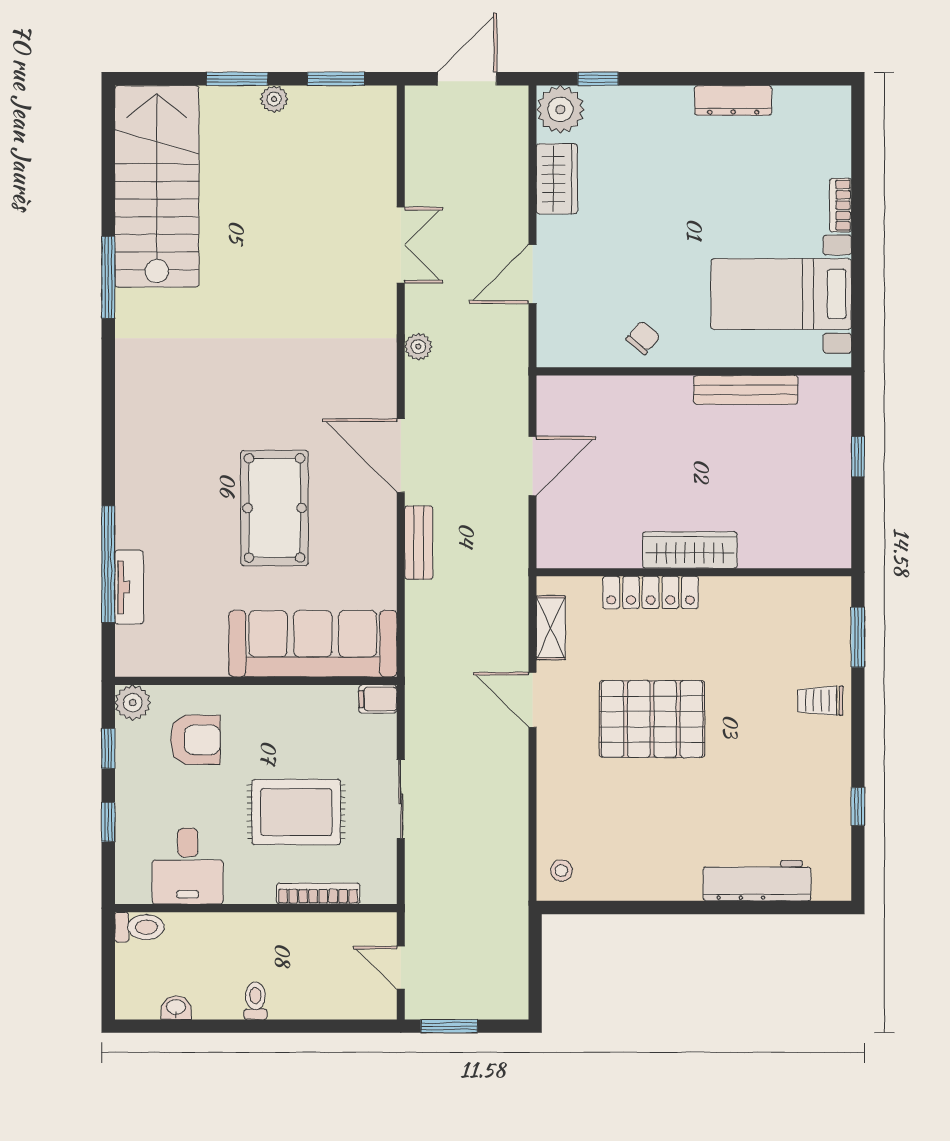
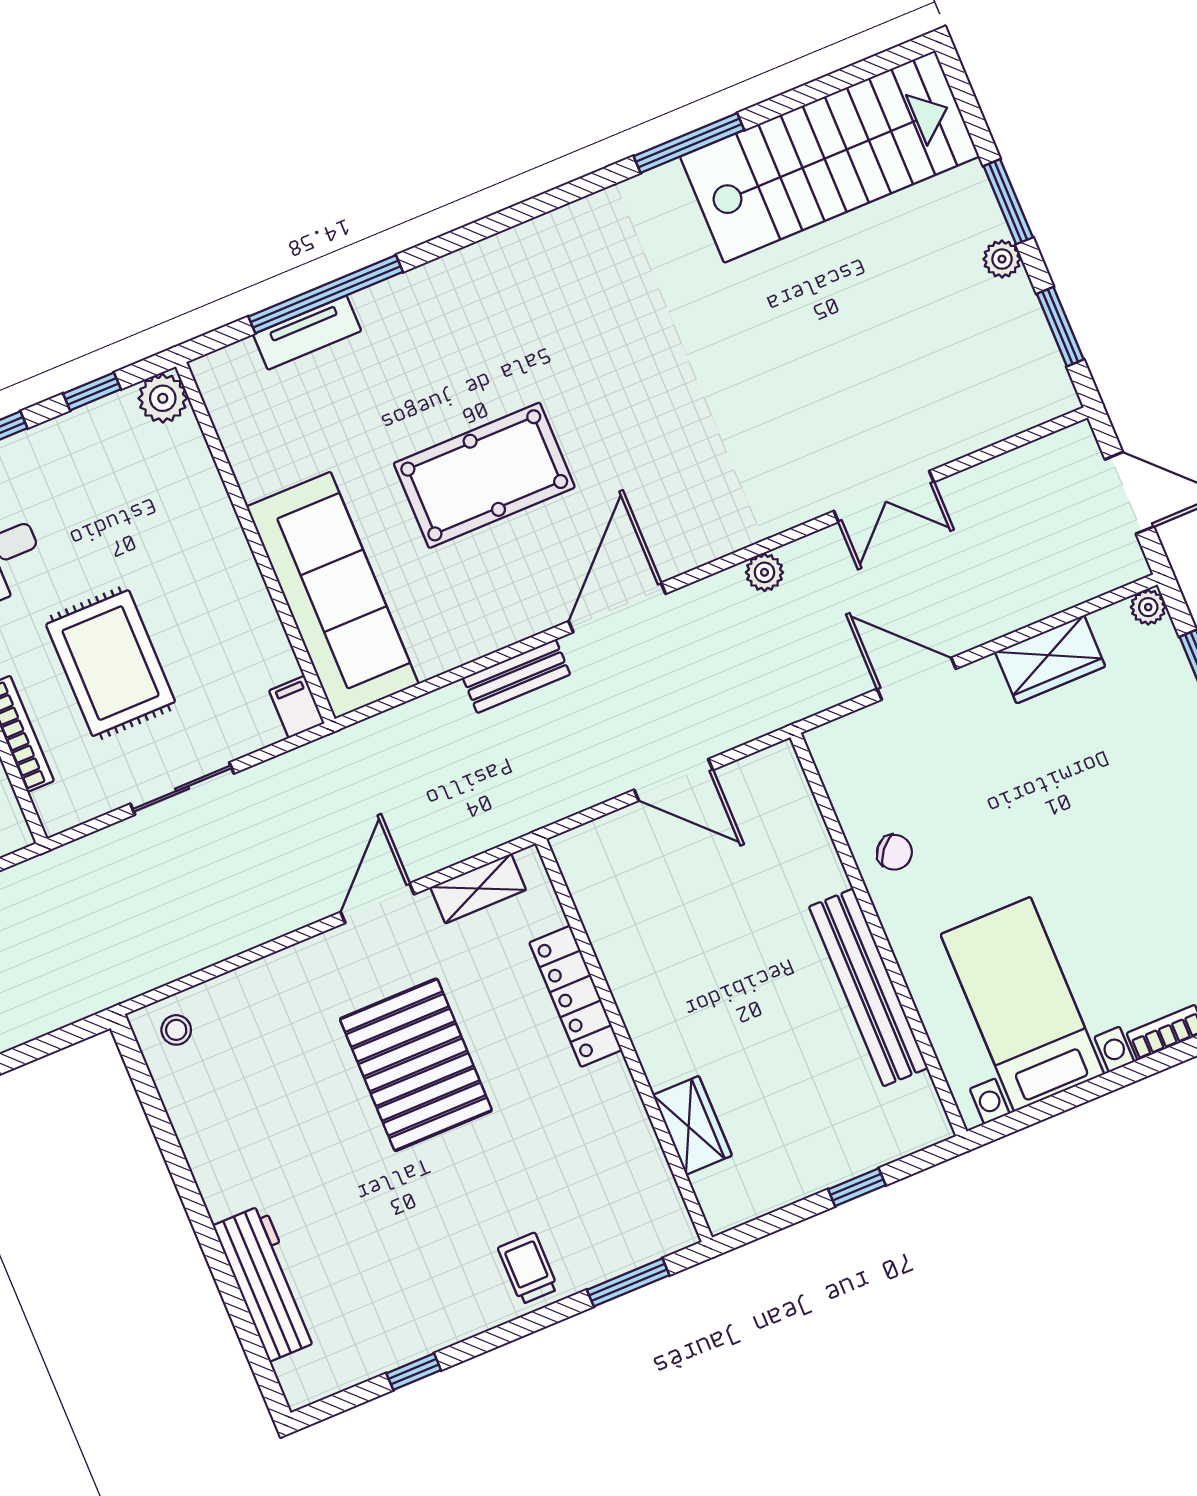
plant: (560, 109) -> (1148, 607), width x0.53, depth x0.53
bench: (746, 390) -> (868, 987), width x1.37, depth x1.21
wardrobe: (690, 550) -> (692, 1125), moved, width x0.67
armchair: (195, 740) -> (149, 497), removed

